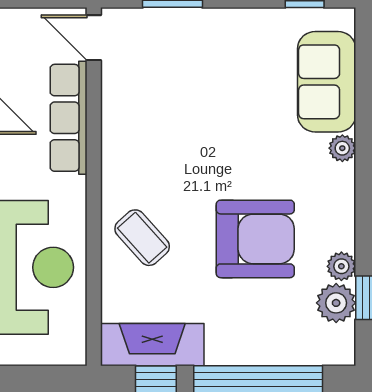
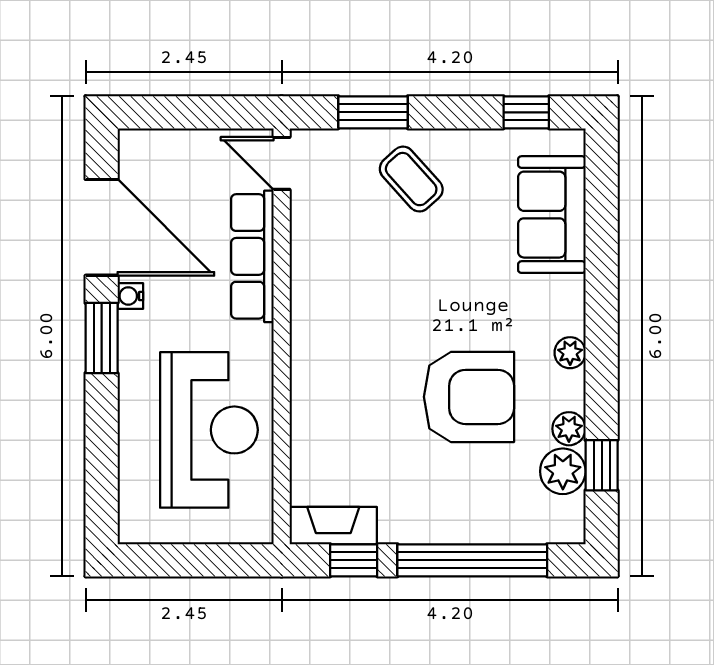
plant: (342, 148) -> (570, 353), moved
coffee table: (142, 238) -> (411, 179), moved
fireplace: (152, 345) -> (333, 526), width x0.73, depth x0.76

